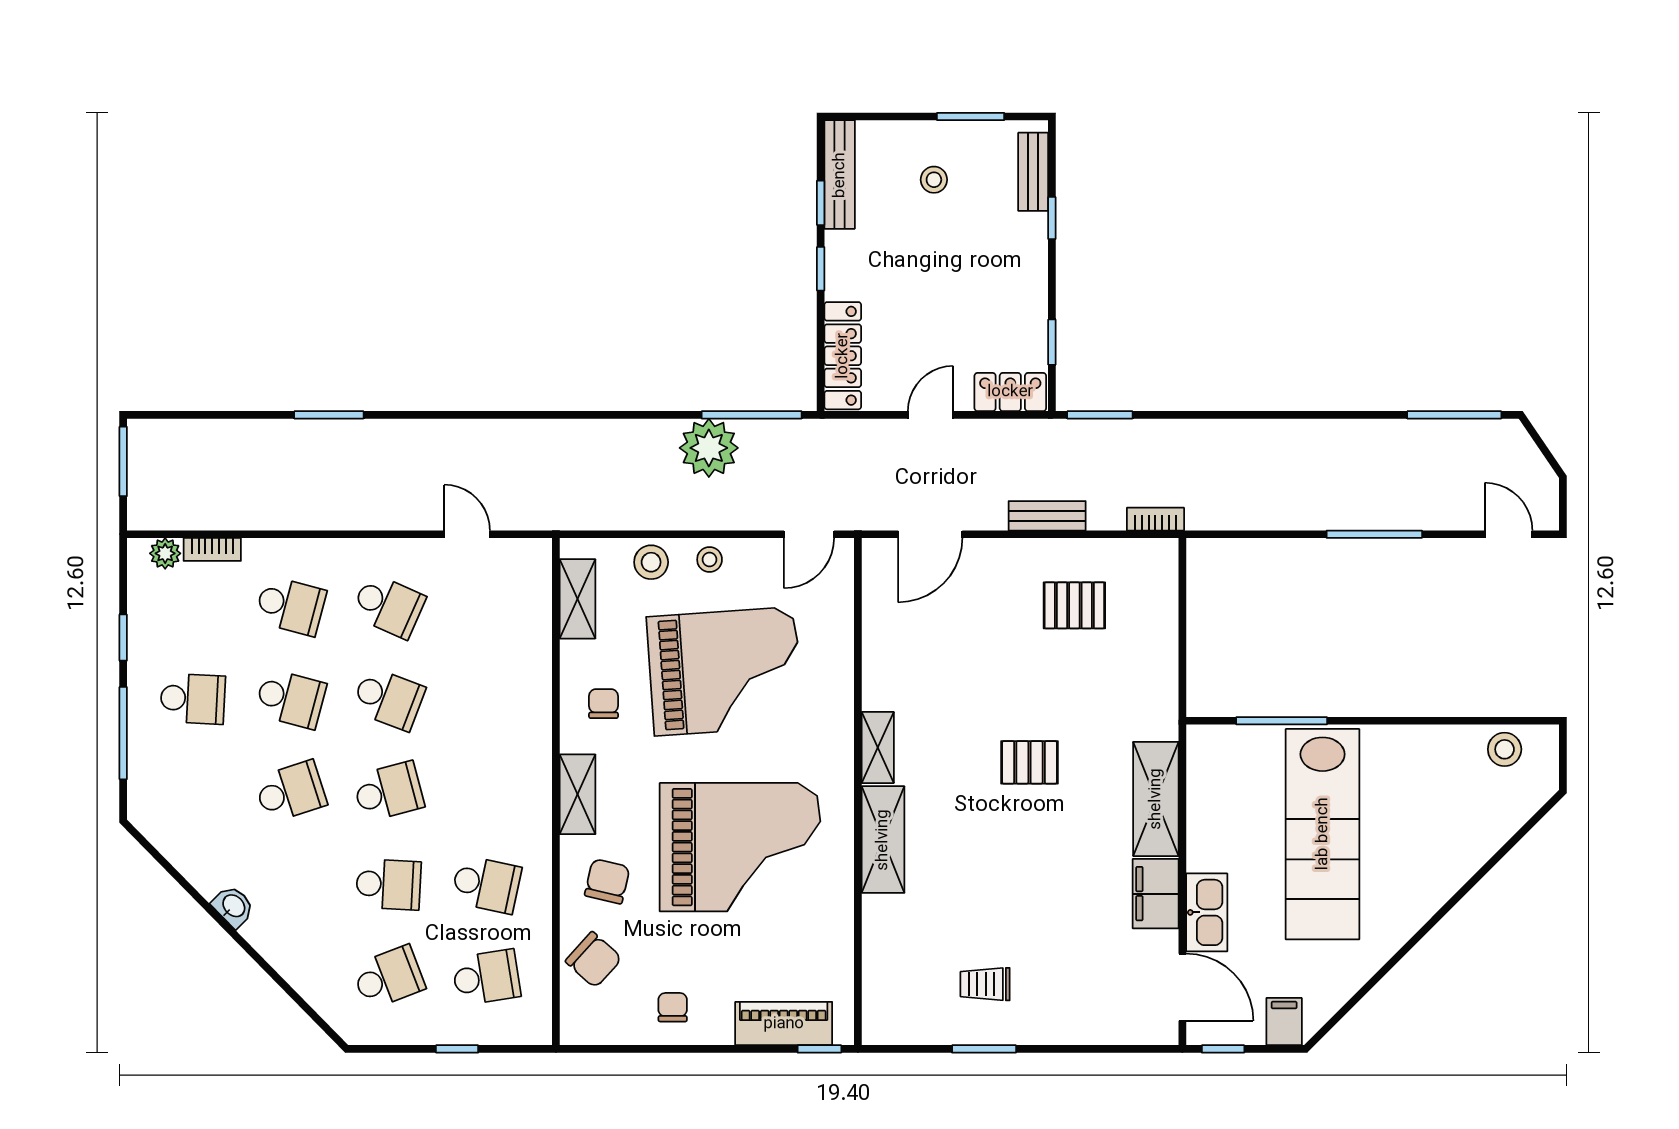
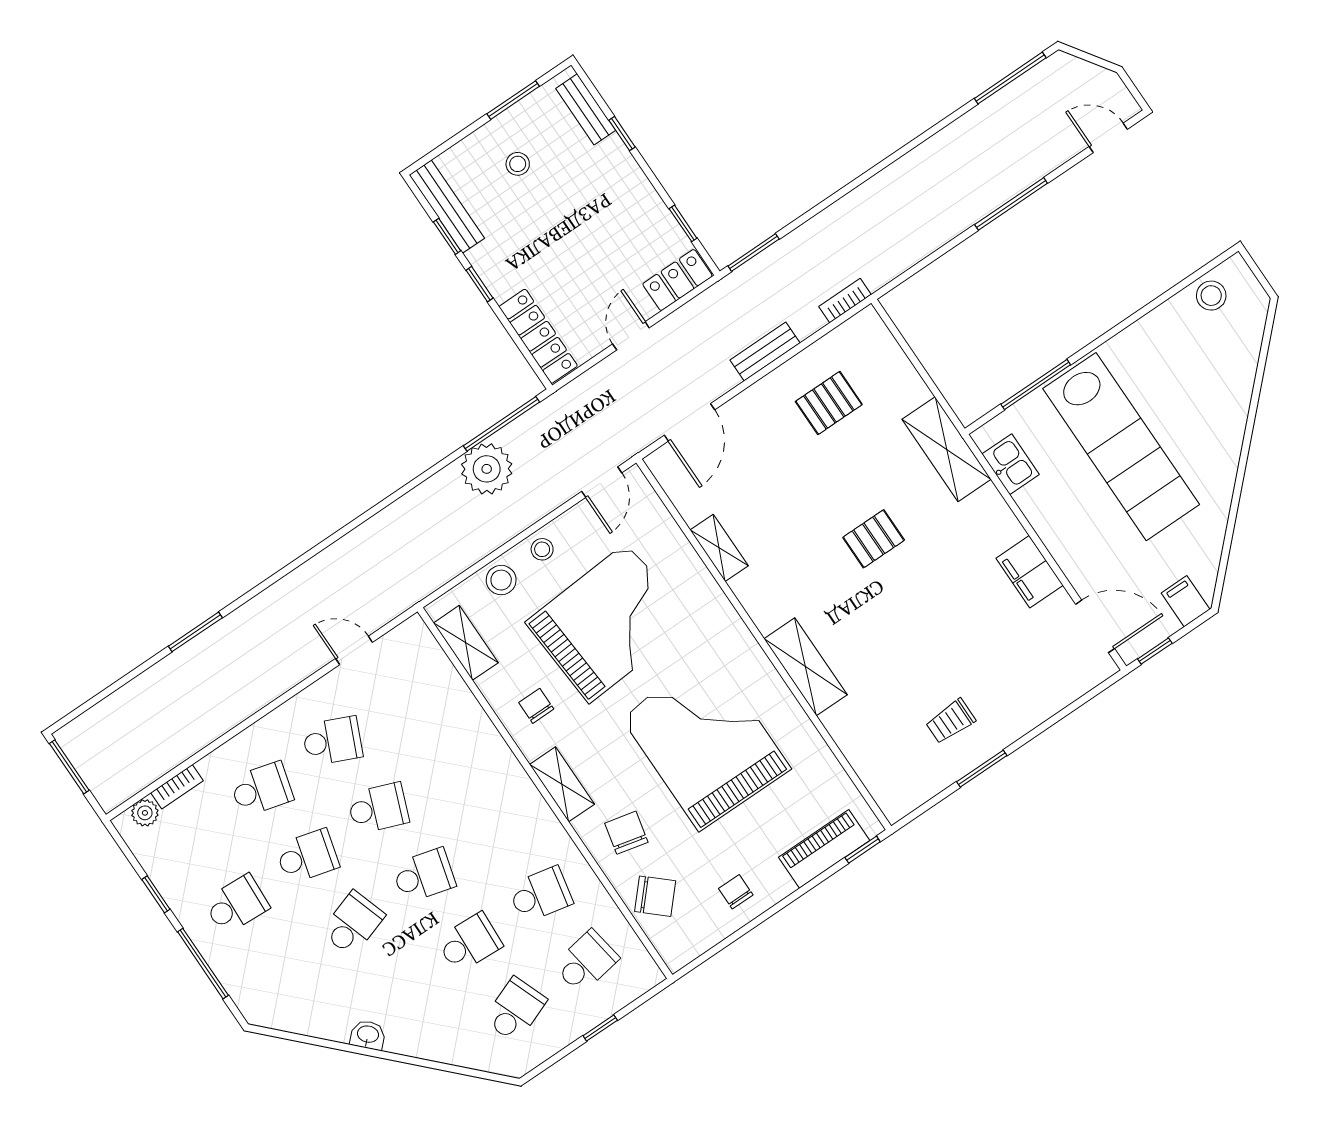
shelving: (878, 747) -> (719, 548), moved
school desk: (388, 792) -> (424, 875), turned 30
shelving: (1156, 799) -> (947, 449), moved
grand piano: (740, 847) -> (706, 743), turned -90
kitchen sink: (1207, 912) -> (1011, 464), moved, width x0.73

